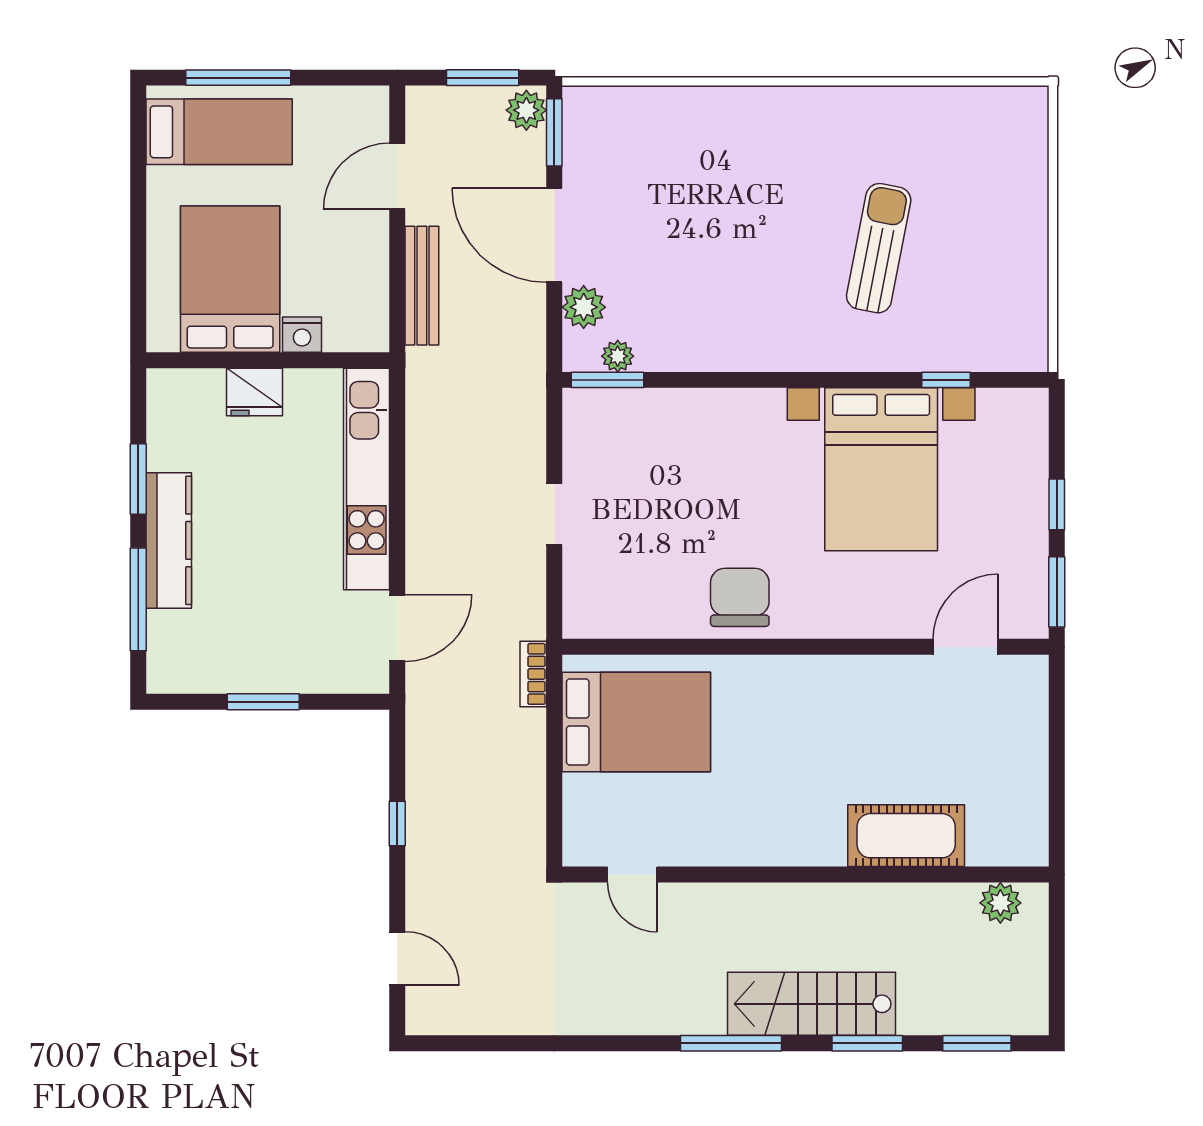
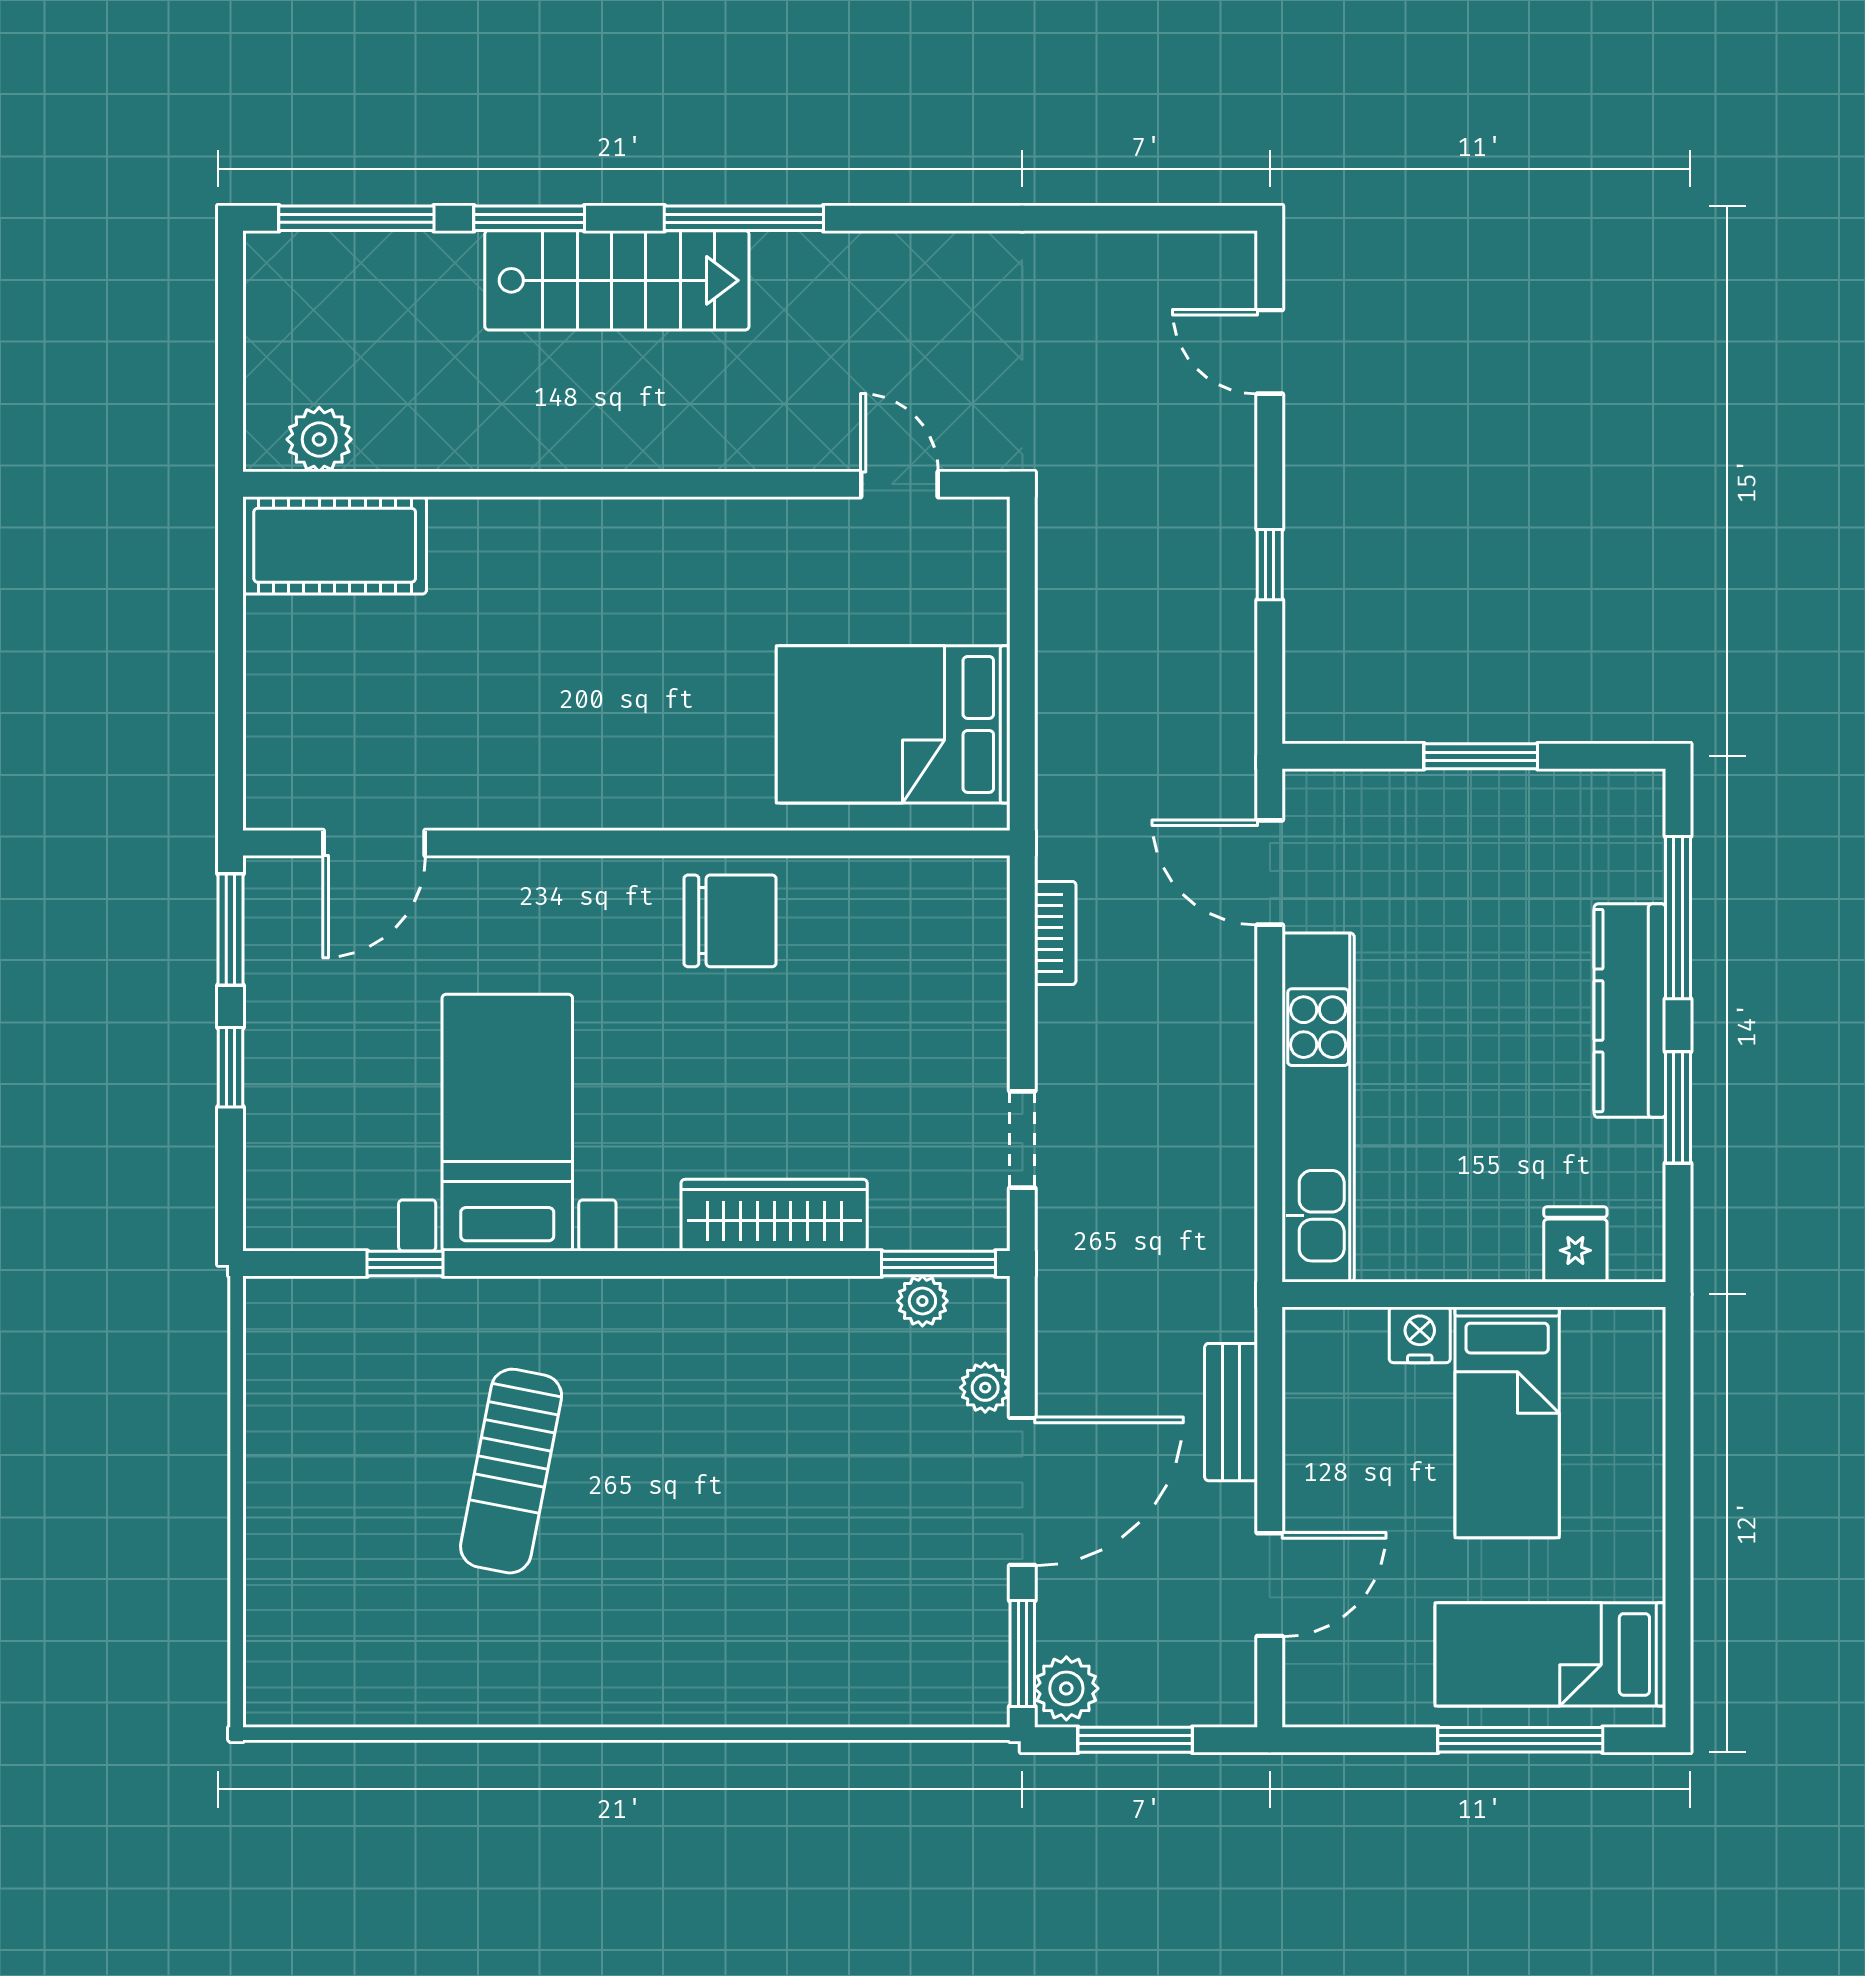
door: (554, 235) -> (1022, 1491), hinge flipped
bed: (230, 279) -> (1507, 1422), width x0.67
bench: (422, 286) -> (1231, 1412), width x0.73
plant: (584, 307) -> (985, 1388), width x0.73, depth x0.73
fridge: (254, 392) -> (1575, 1244), moved, width x0.72
wardrobe: (712, 411) -> (774, 1215), added
bed with nightstands: (881, 469) -> (507, 1123), width x0.73
doorway: (554, 514) -> (1022, 1139), moved
chair: (740, 597) -> (730, 921), turned -90
door: (397, 628) -> (1270, 873), hinge flipped
bookcase: (533, 674) -> (1055, 933), moved
cot: (906, 836) -> (335, 545), moved
window: (977, 1043) -> (356, 218), width x1.44

